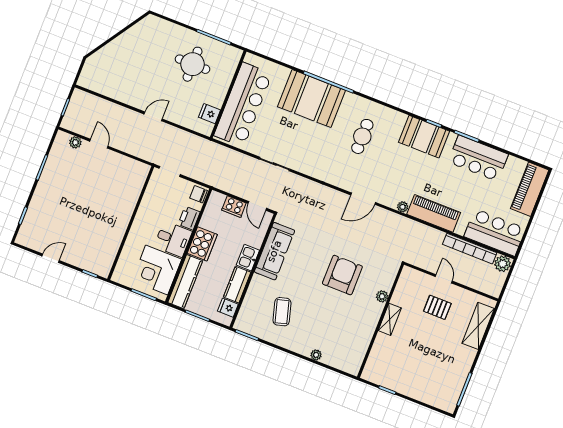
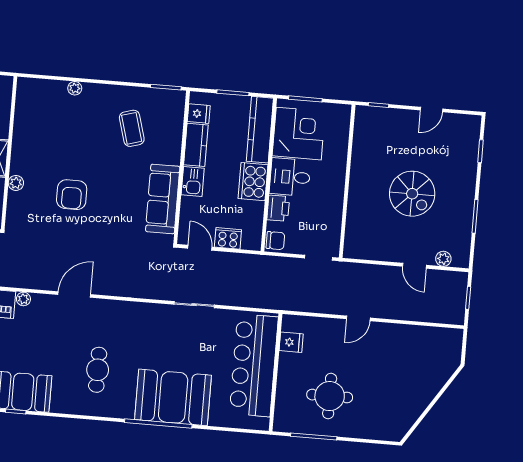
spiral stairs: (84, 199) -> (412, 194), added
armchair: (342, 275) -> (72, 195), width x0.73, depth x0.73

